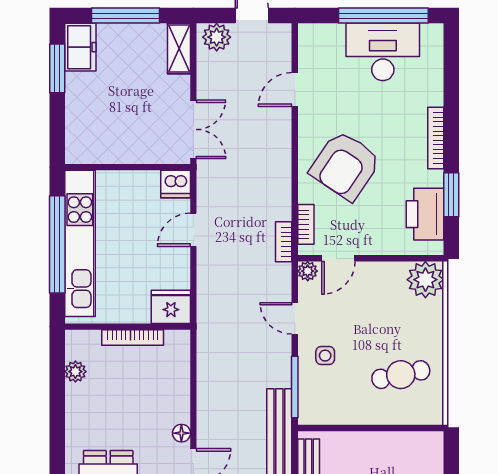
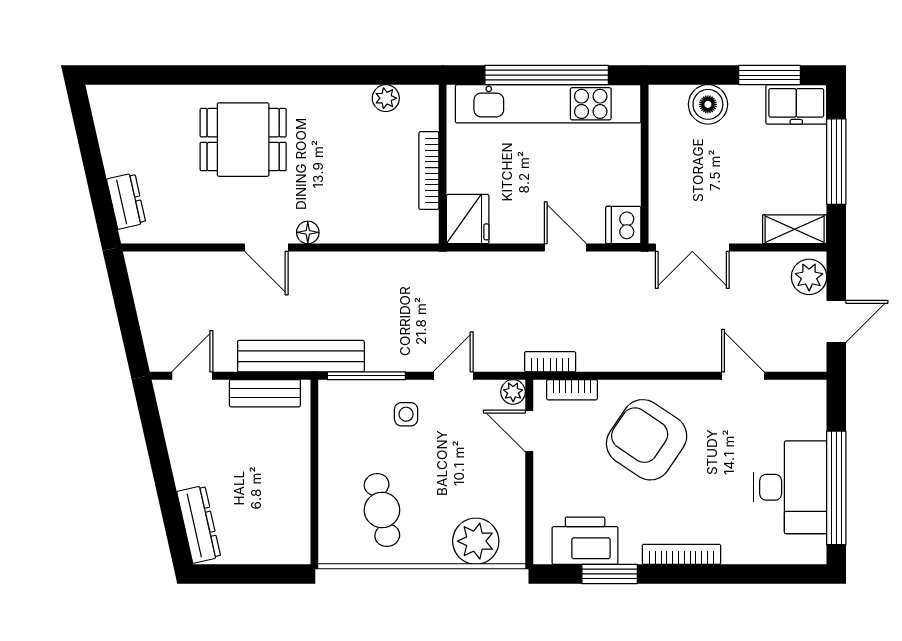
boiler: (80, 117) -> (708, 104), added
plant: (425, 280) -> (476, 541), moved

